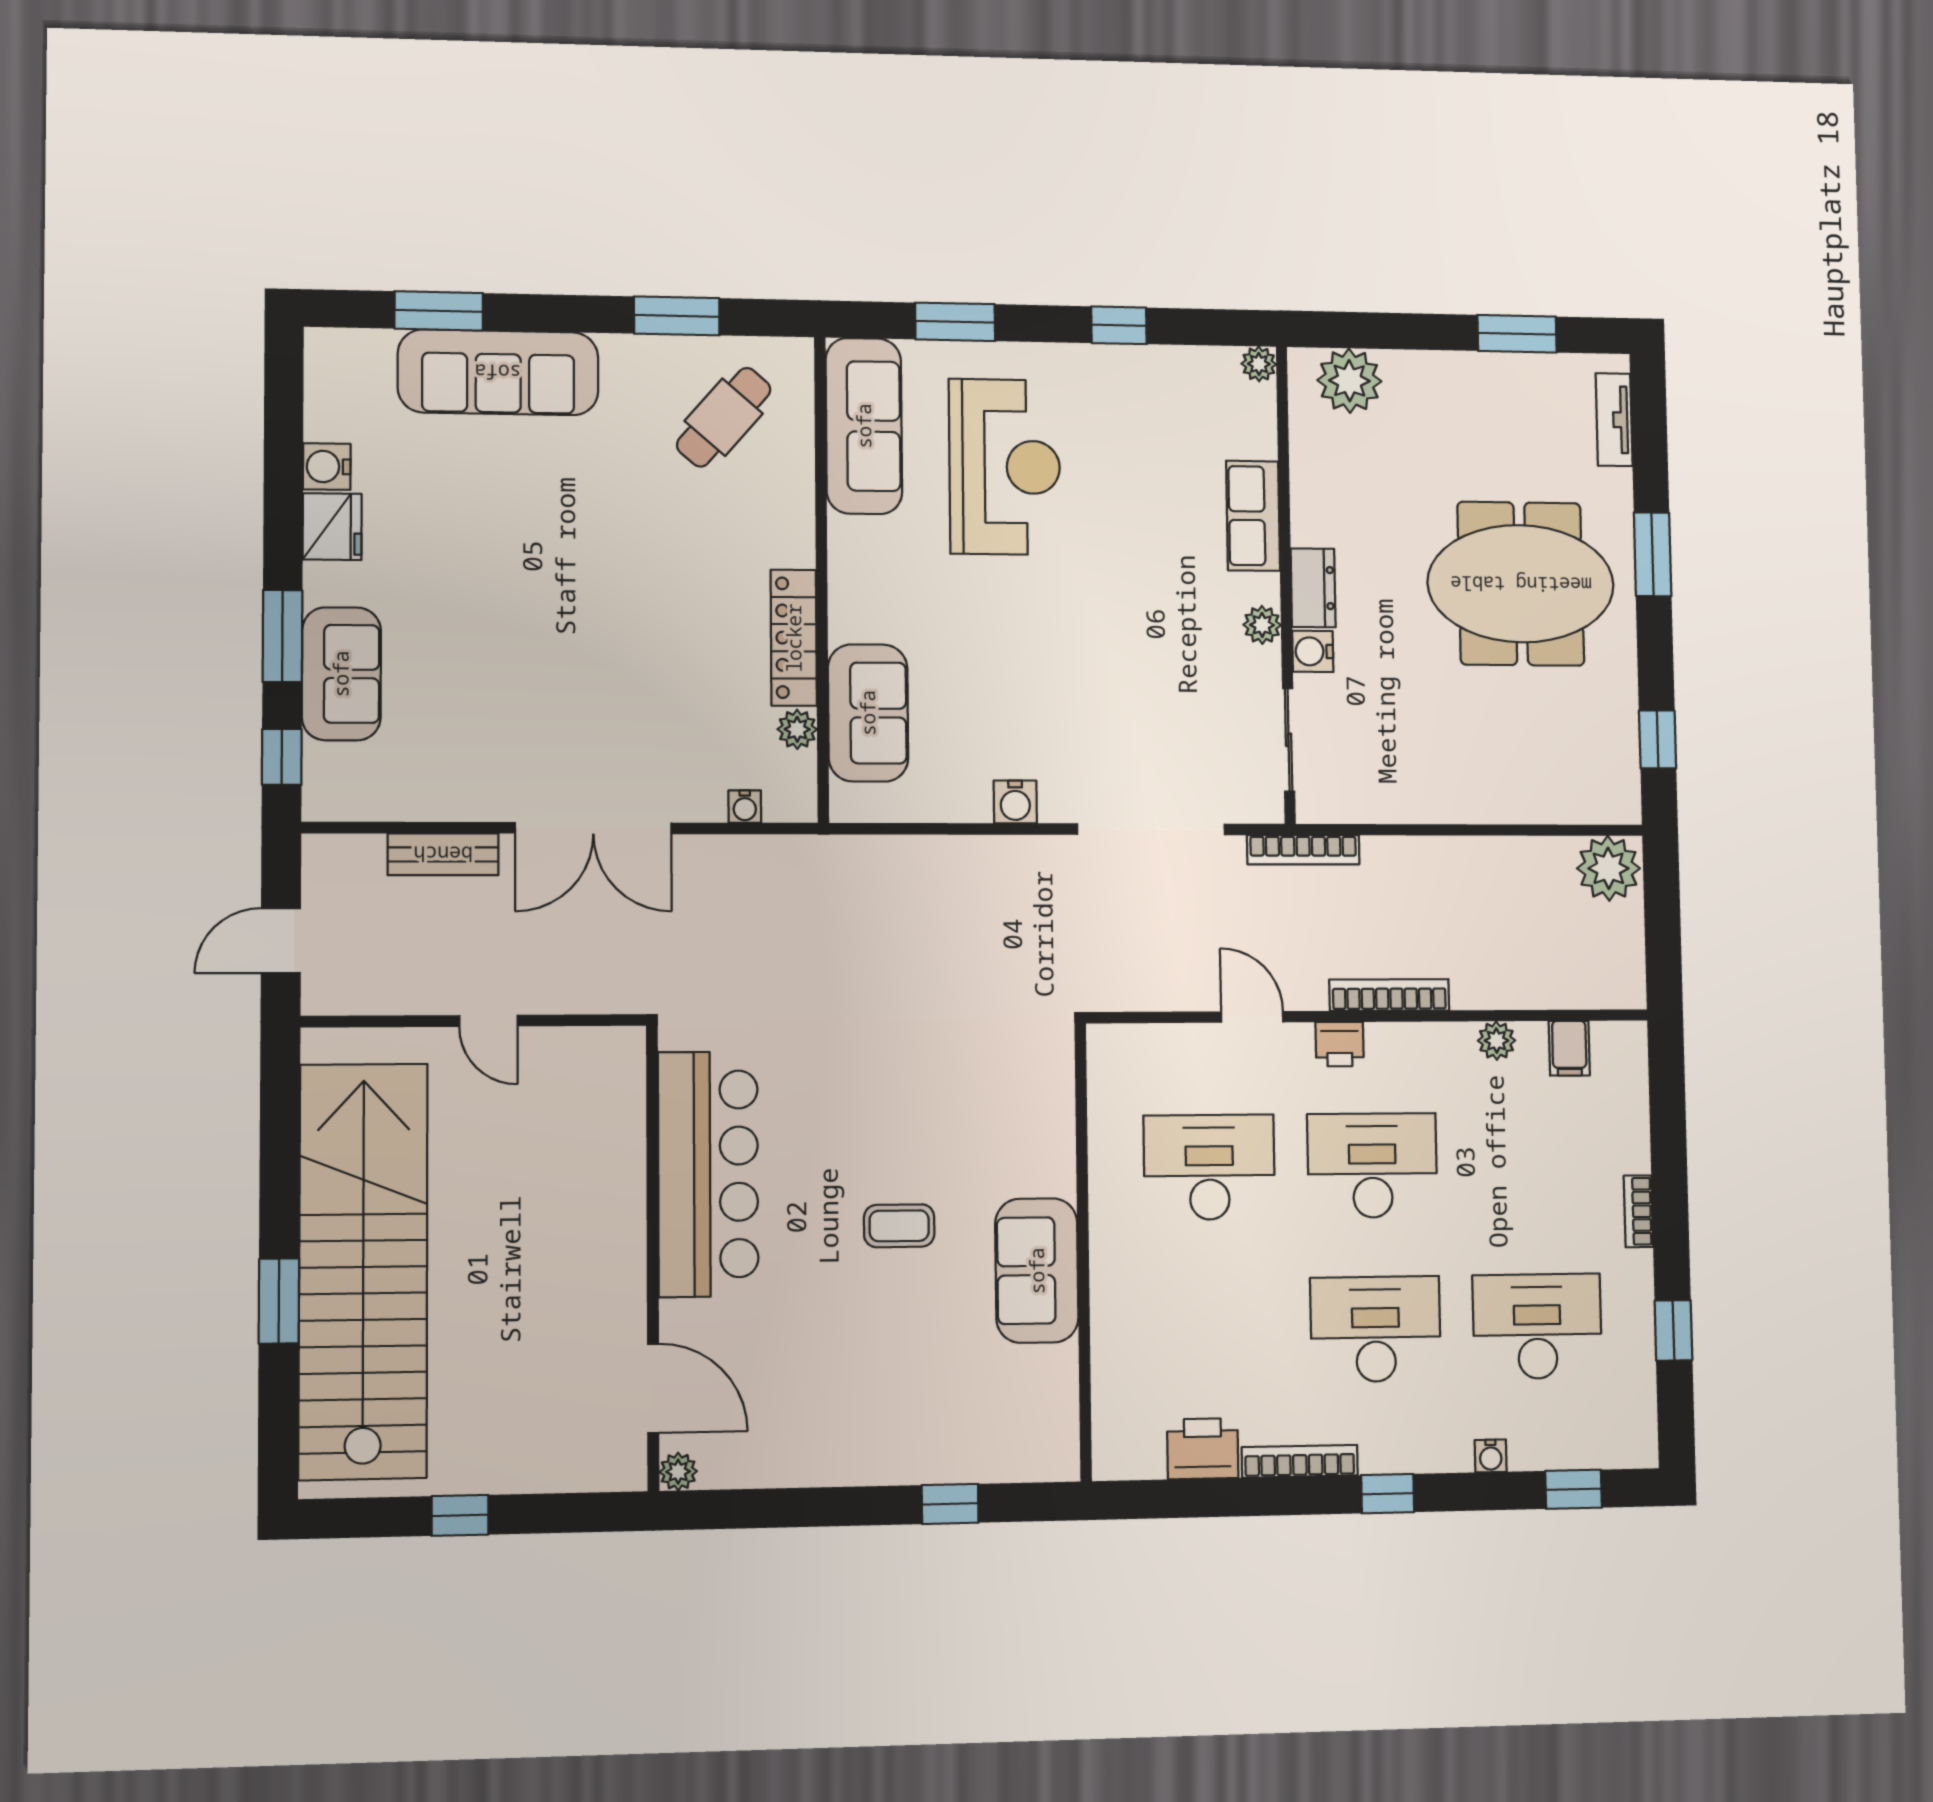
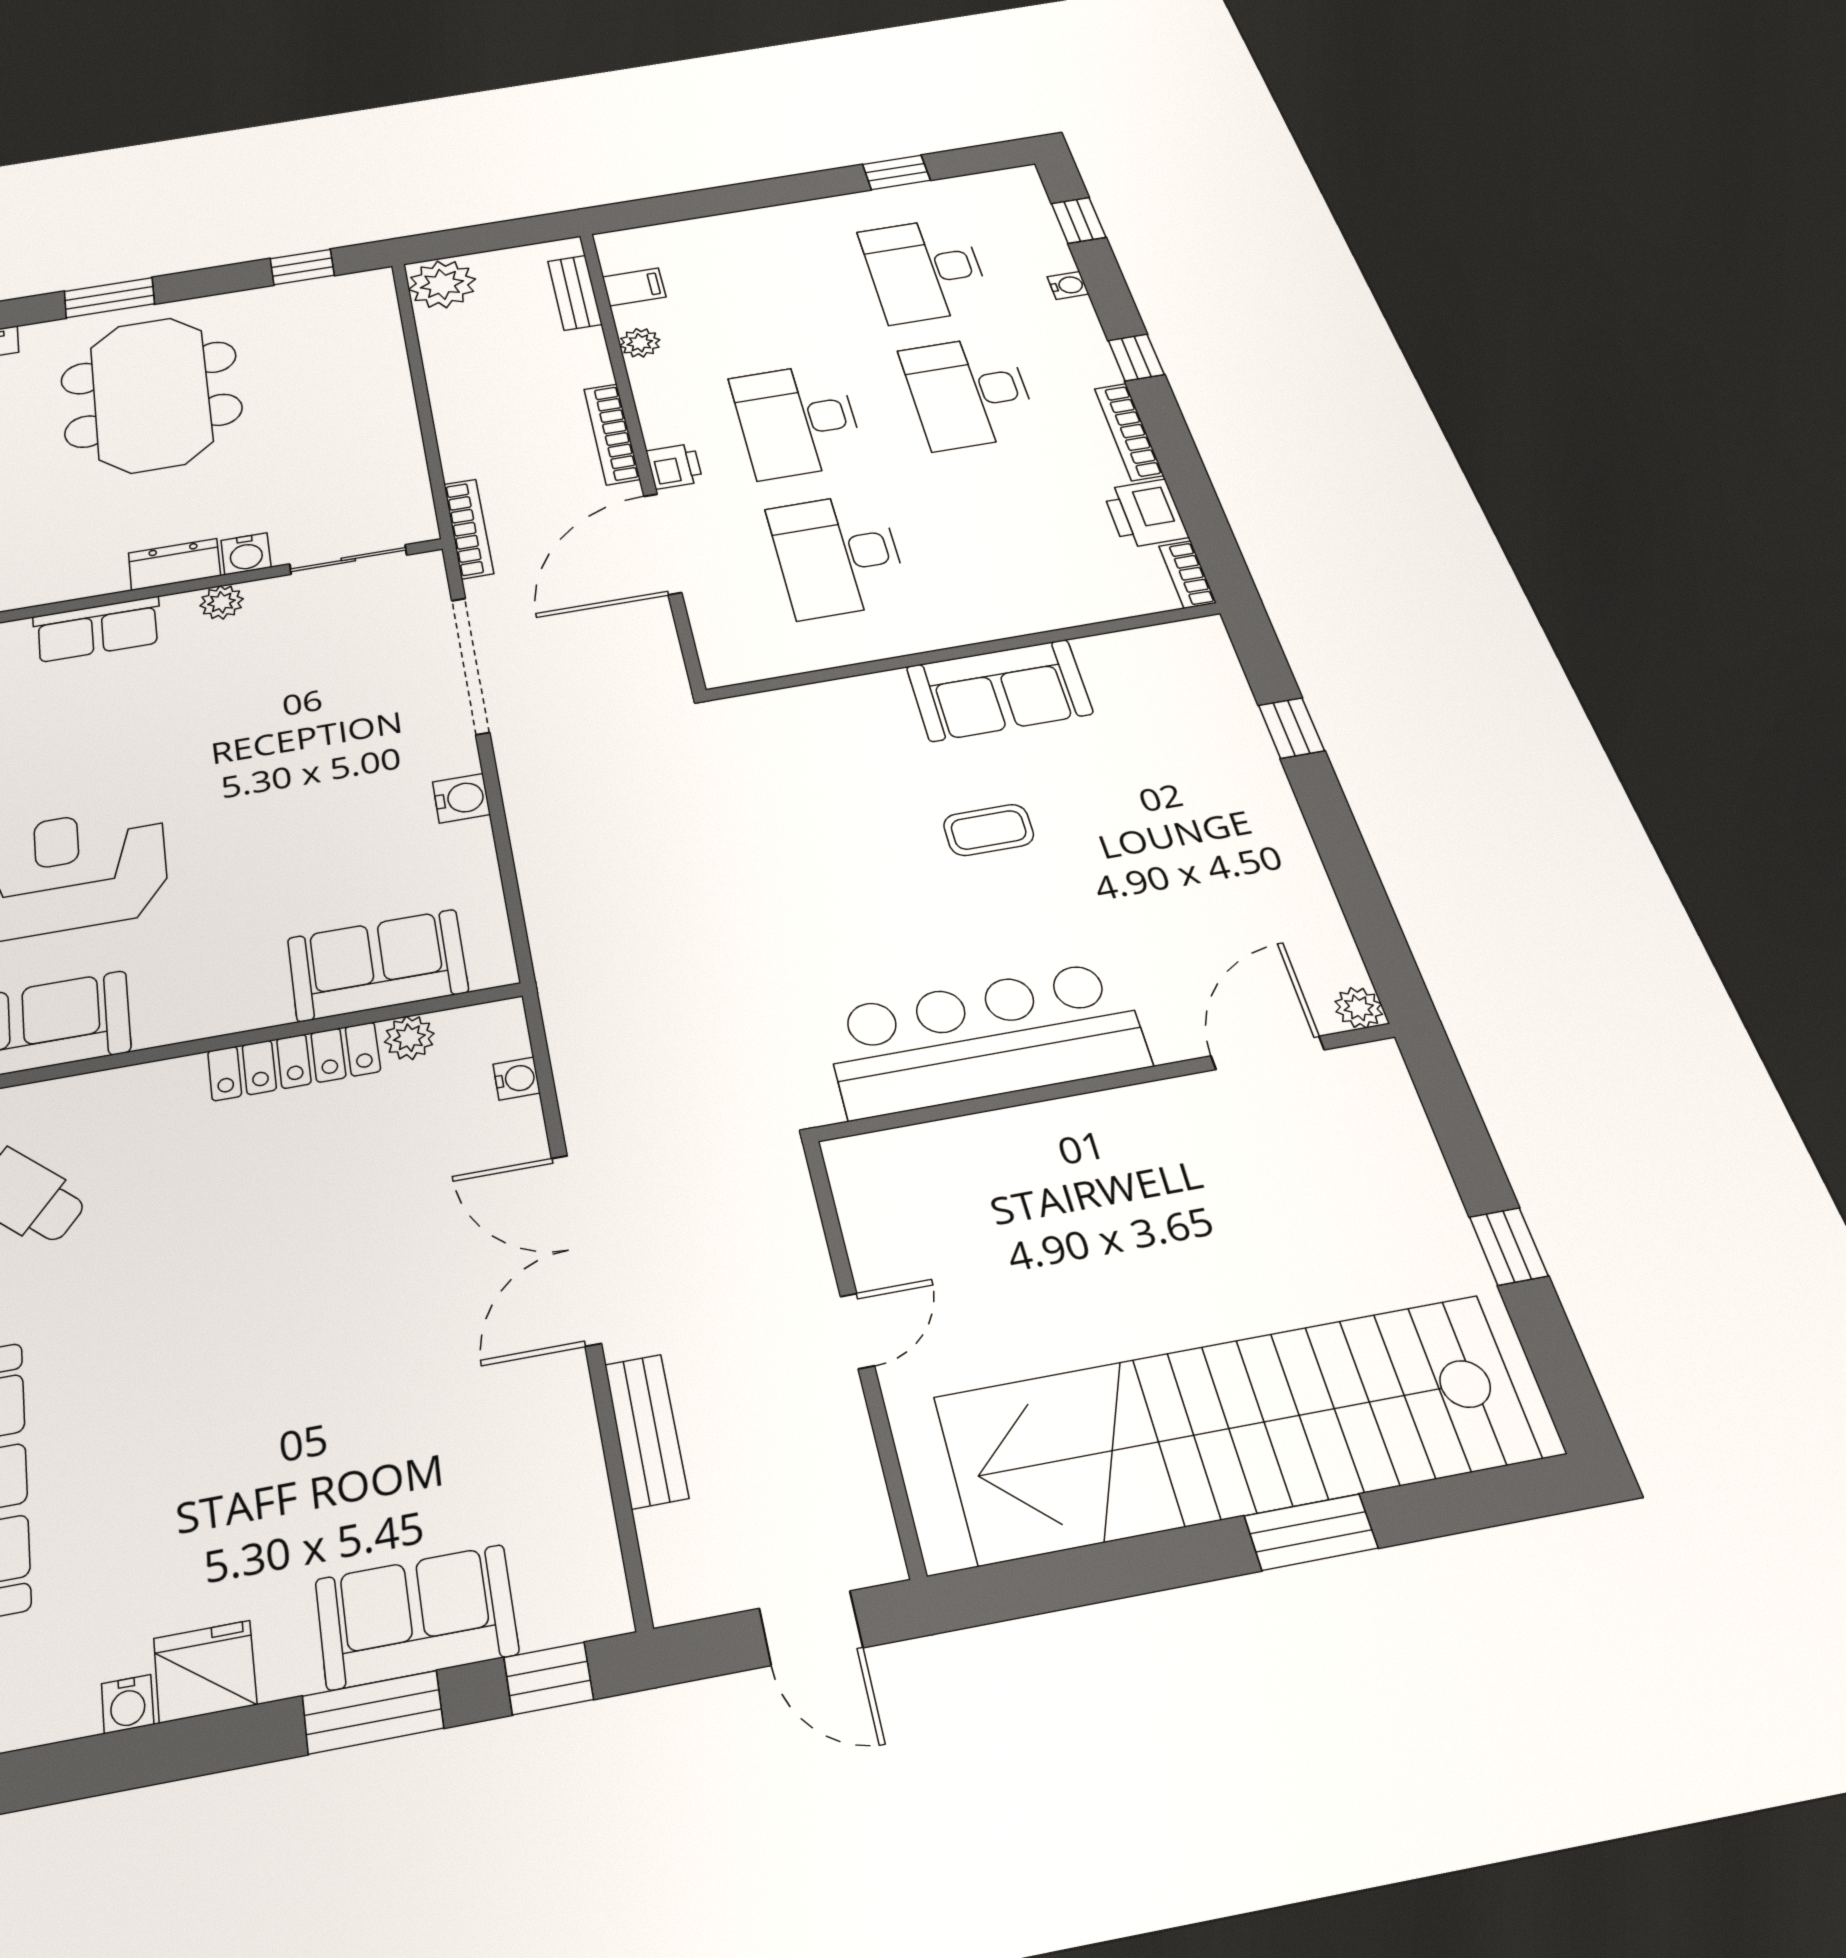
water cooler: (327, 467) -> (128, 1704), width x0.72, depth x0.72
double door: (593, 828) -> (576, 1249), swing flipped
bench: (1573, 991) -> (575, 293), added
door: (1252, 1017) -> (663, 544), width x1.88
bookcase: (1638, 1211) -> (1187, 574), moved, turned 90
coffee table: (899, 1226) -> (989, 830), turned 90

